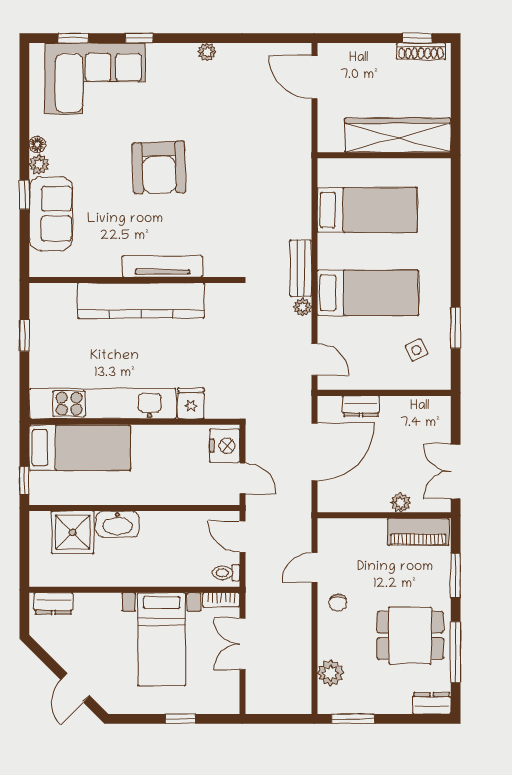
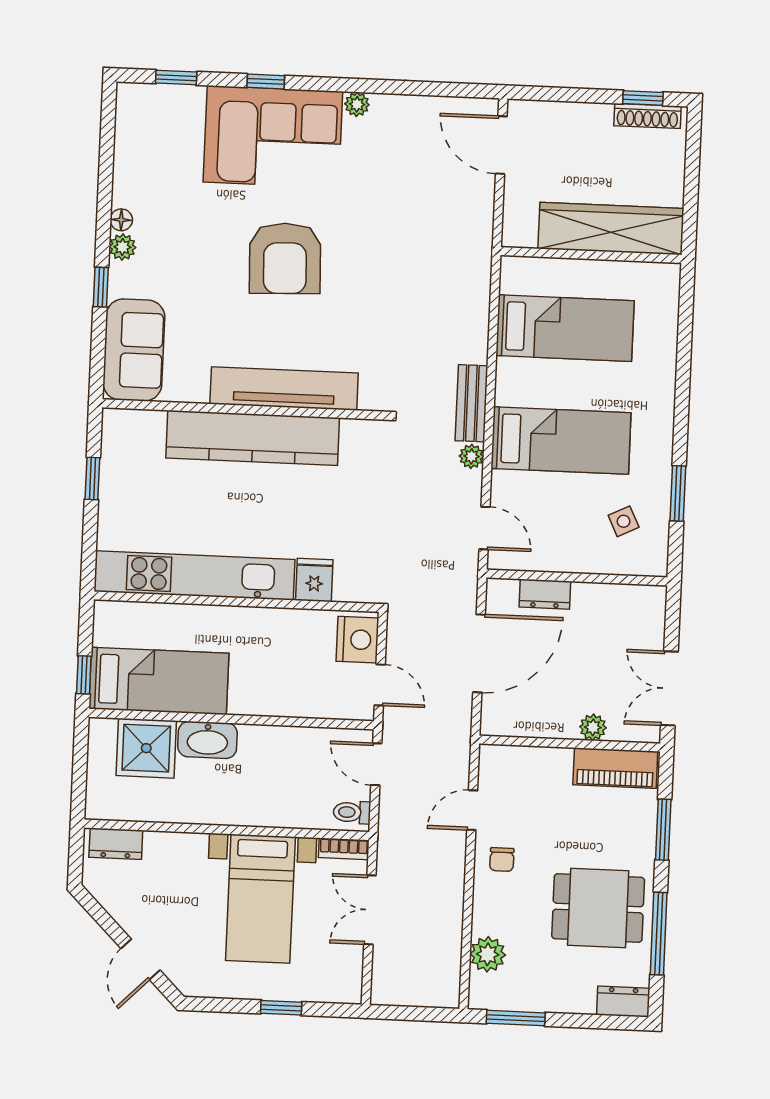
corner sofa: (95, 78) -> (273, 137), moved
sofa: (51, 214) -> (134, 350), moved
tv unit: (162, 266) -> (284, 389), width x1.36, depth x1.29
bed: (80, 448) -> (159, 681), moved

